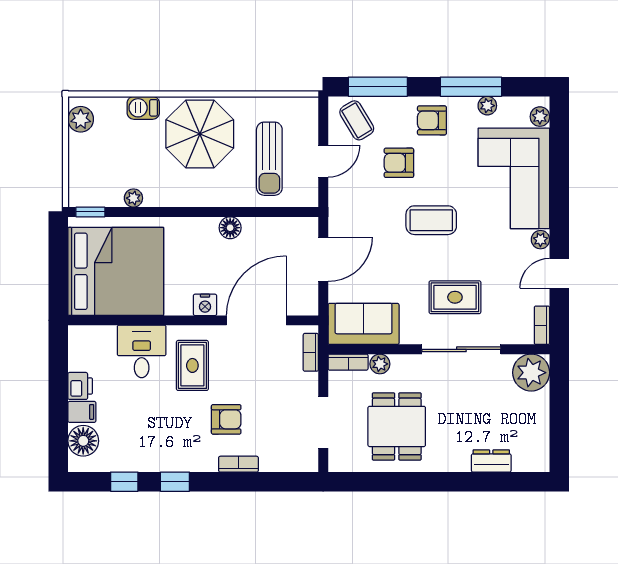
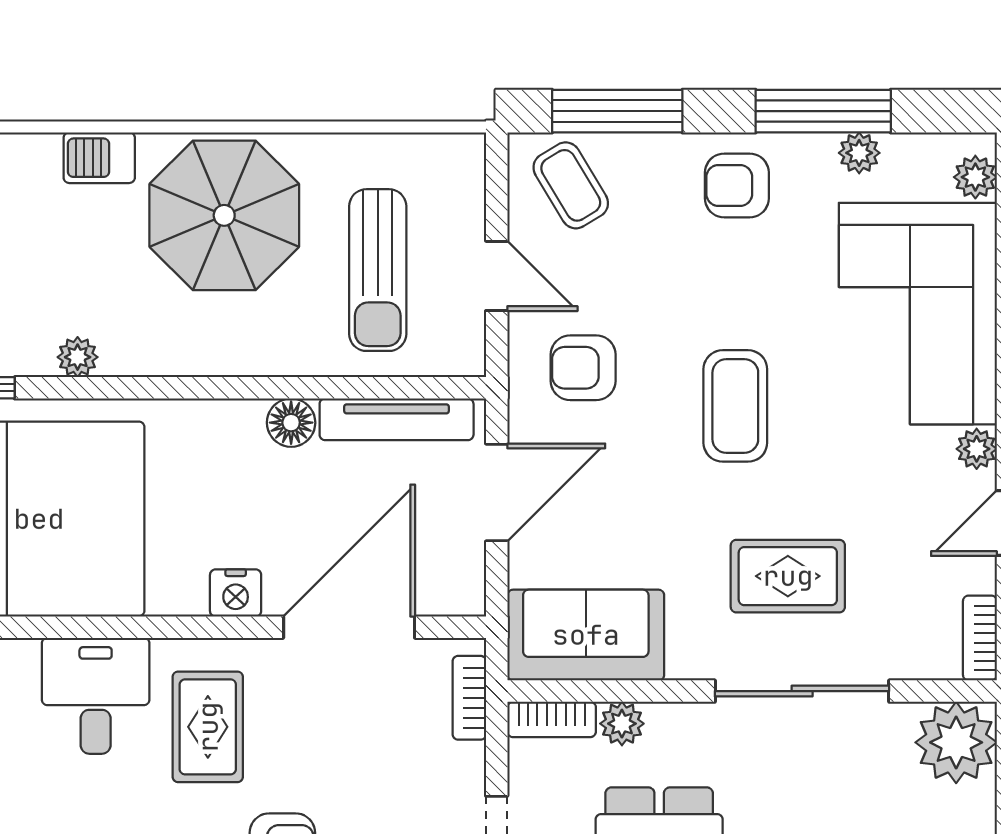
door: (323, 161) -> (497, 276), hinge flipped
armchair: (399, 163) -> (583, 368), moved
coffee table: (431, 220) -> (735, 406), turned 90
tv unit: (278, 226) -> (397, 419), added

